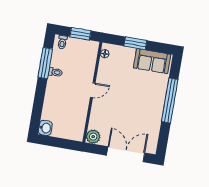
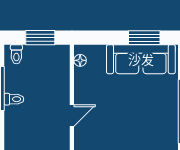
window: (135, 43) -> (144, 38), moved
sofa: (152, 61) -> (141, 59), width x1.36

